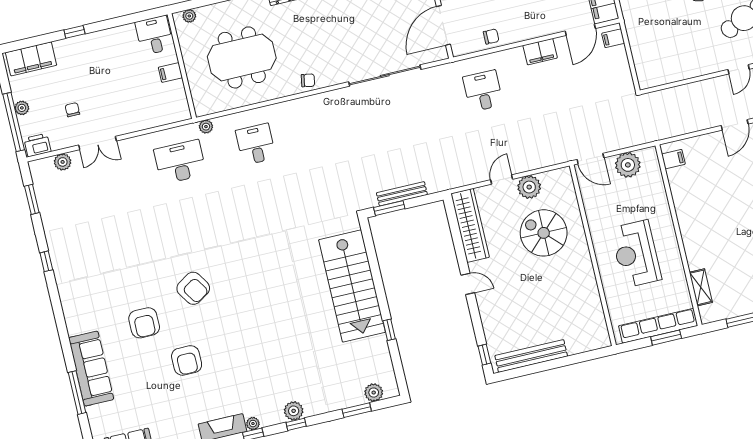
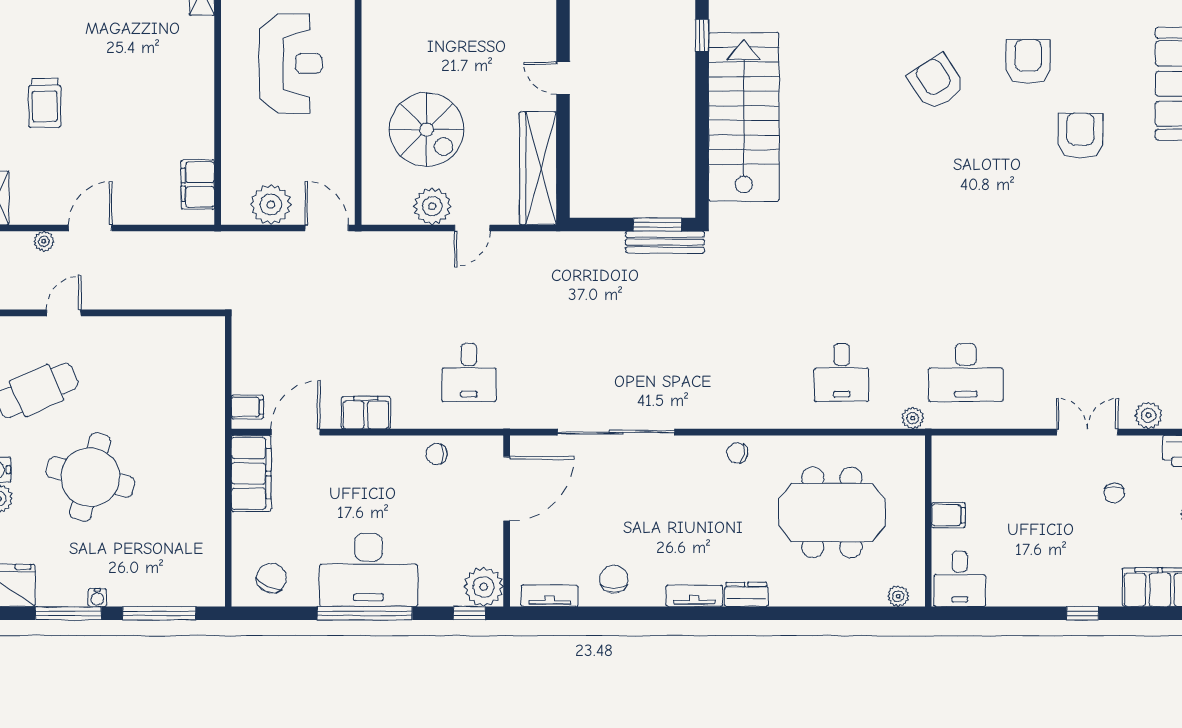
filing cabinet: (673, 159) -> (198, 185), width x2.00
bench: (402, 194) -> (665, 242), moved
armchair: (193, 288) -> (937, 82), moved

